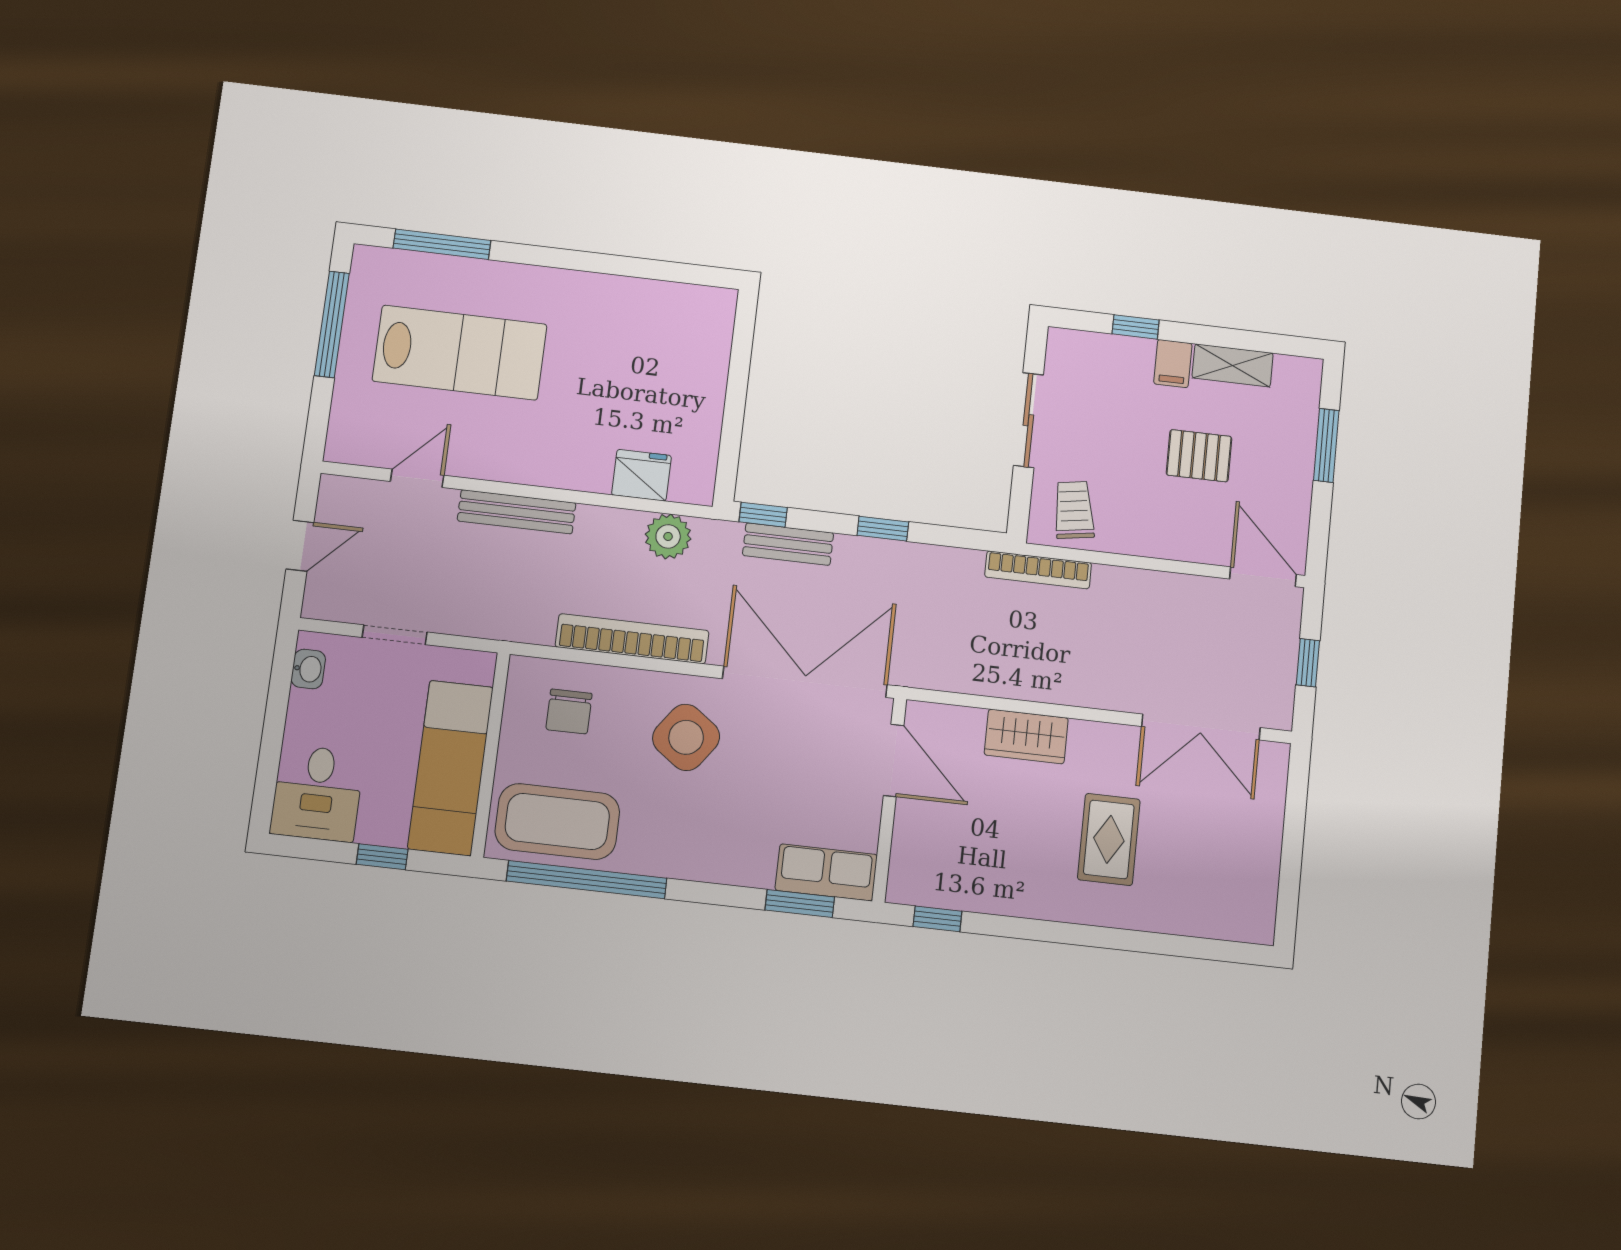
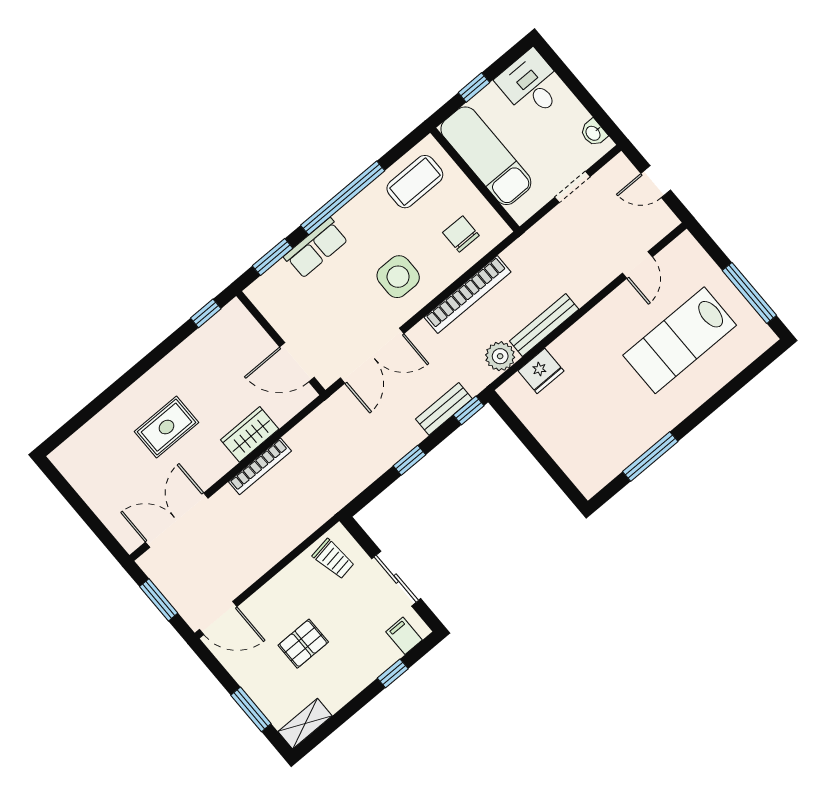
window: (442, 244) -> (650, 457), moved
filing cabinet: (1173, 364) -> (404, 636), moved
shelving: (1233, 365) -> (305, 724), moved
bench: (517, 512) -> (544, 325), moved
door: (300, 546) -> (656, 182), hinge flipped
bookcase: (1038, 570) -> (260, 466), moved, turned 180
window: (1308, 663) -> (159, 600), width x1.50
double door: (805, 682) -> (372, 356), width x0.73
side table: (686, 737) -> (398, 277), turned -36
coffee table: (557, 821) -> (415, 182), width x0.73, depth x0.76
rug: (1109, 839) -> (166, 427), turned 90
row of seats: (826, 872) -> (316, 248), moved
window: (587, 880) -> (343, 198), moved

